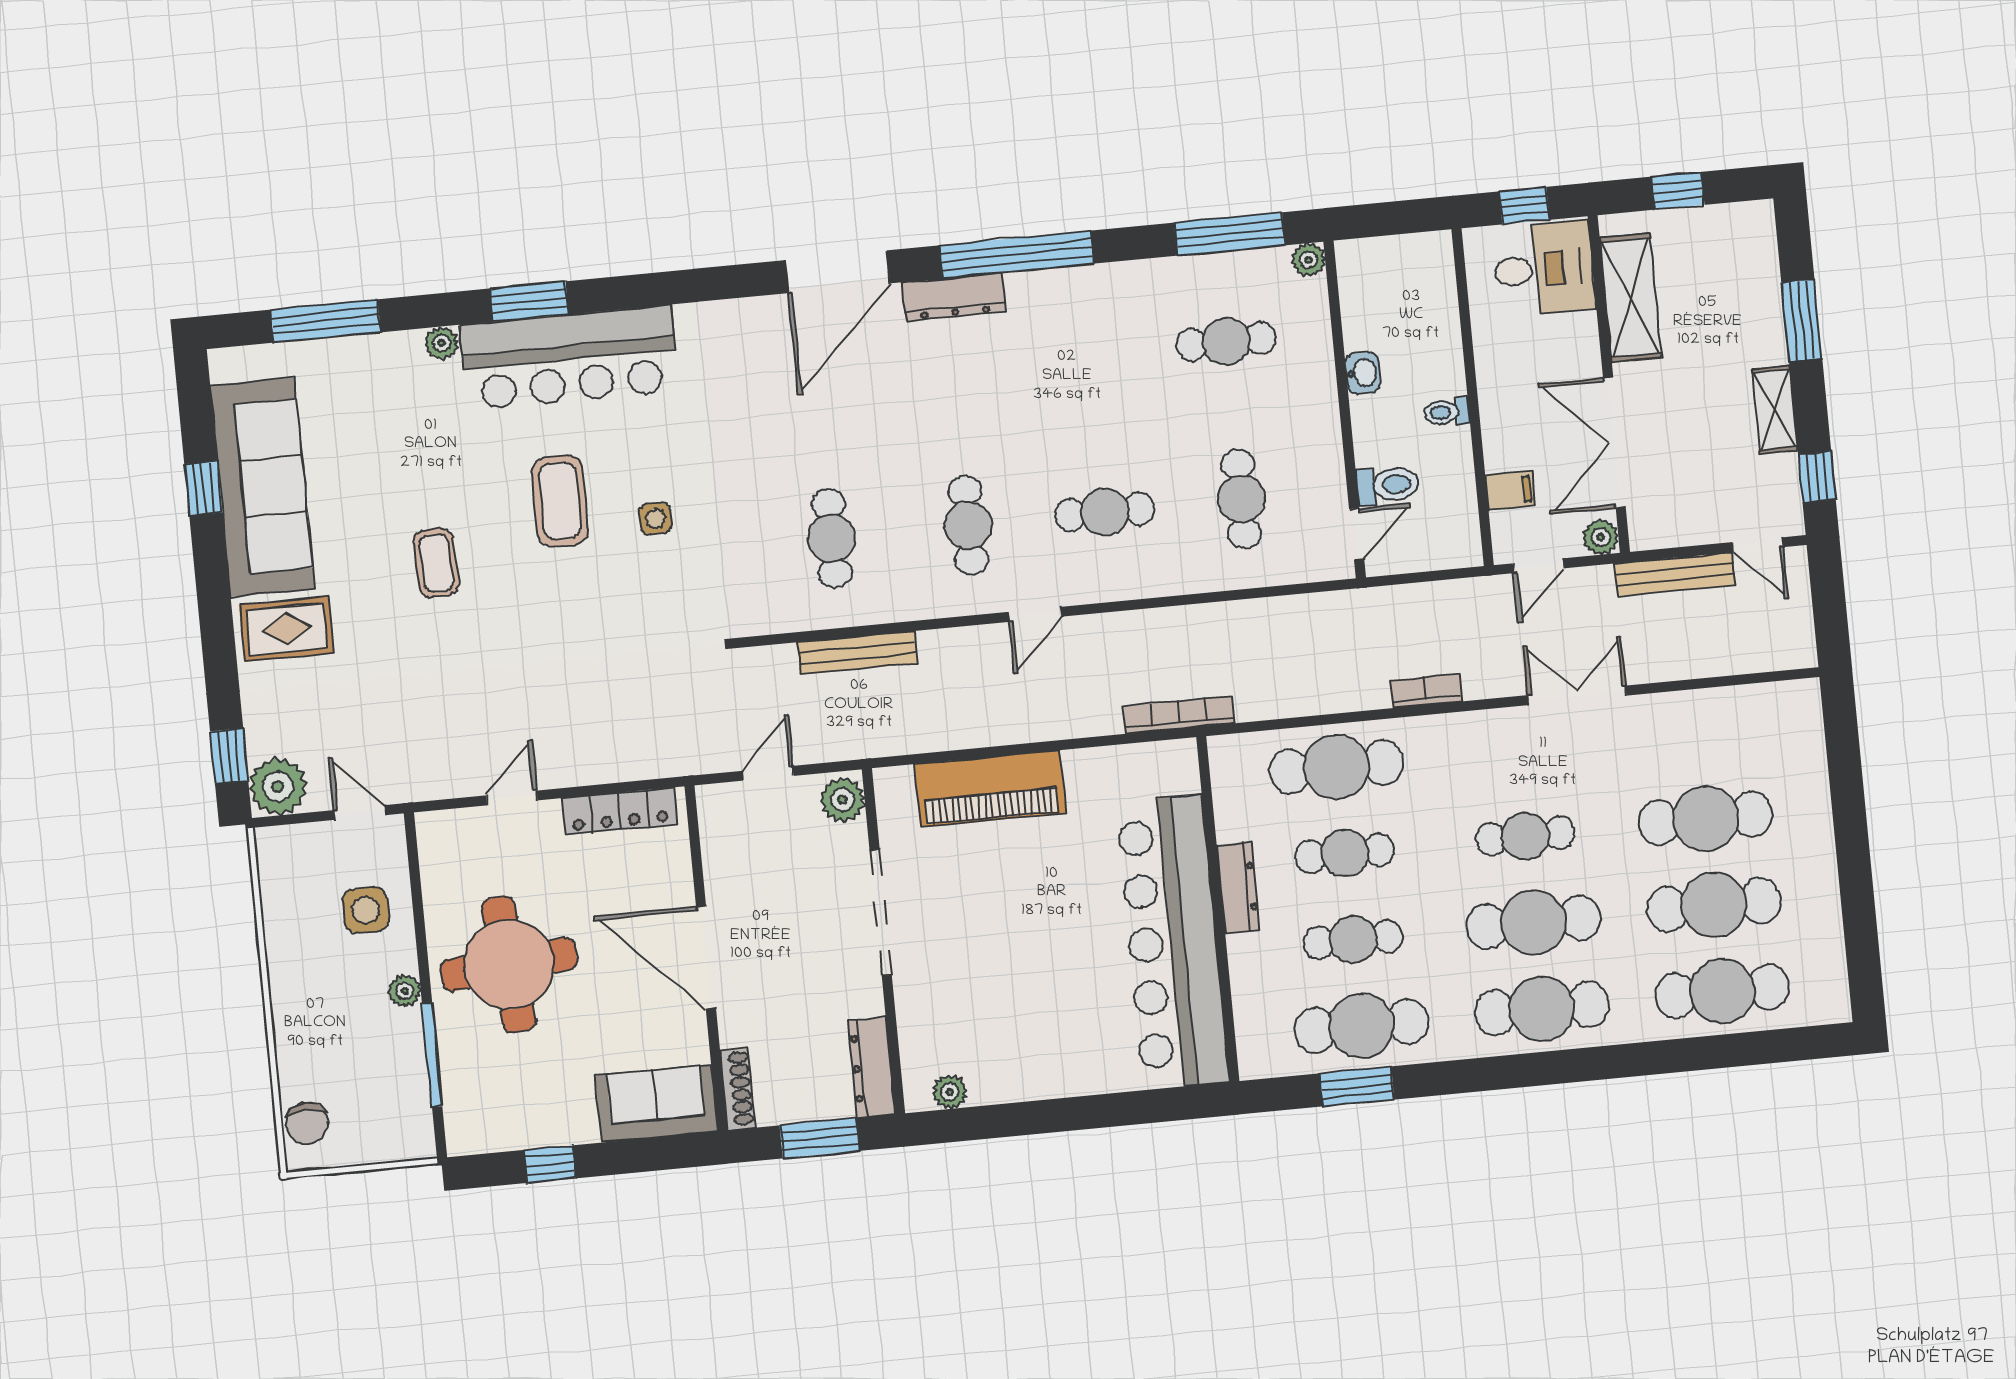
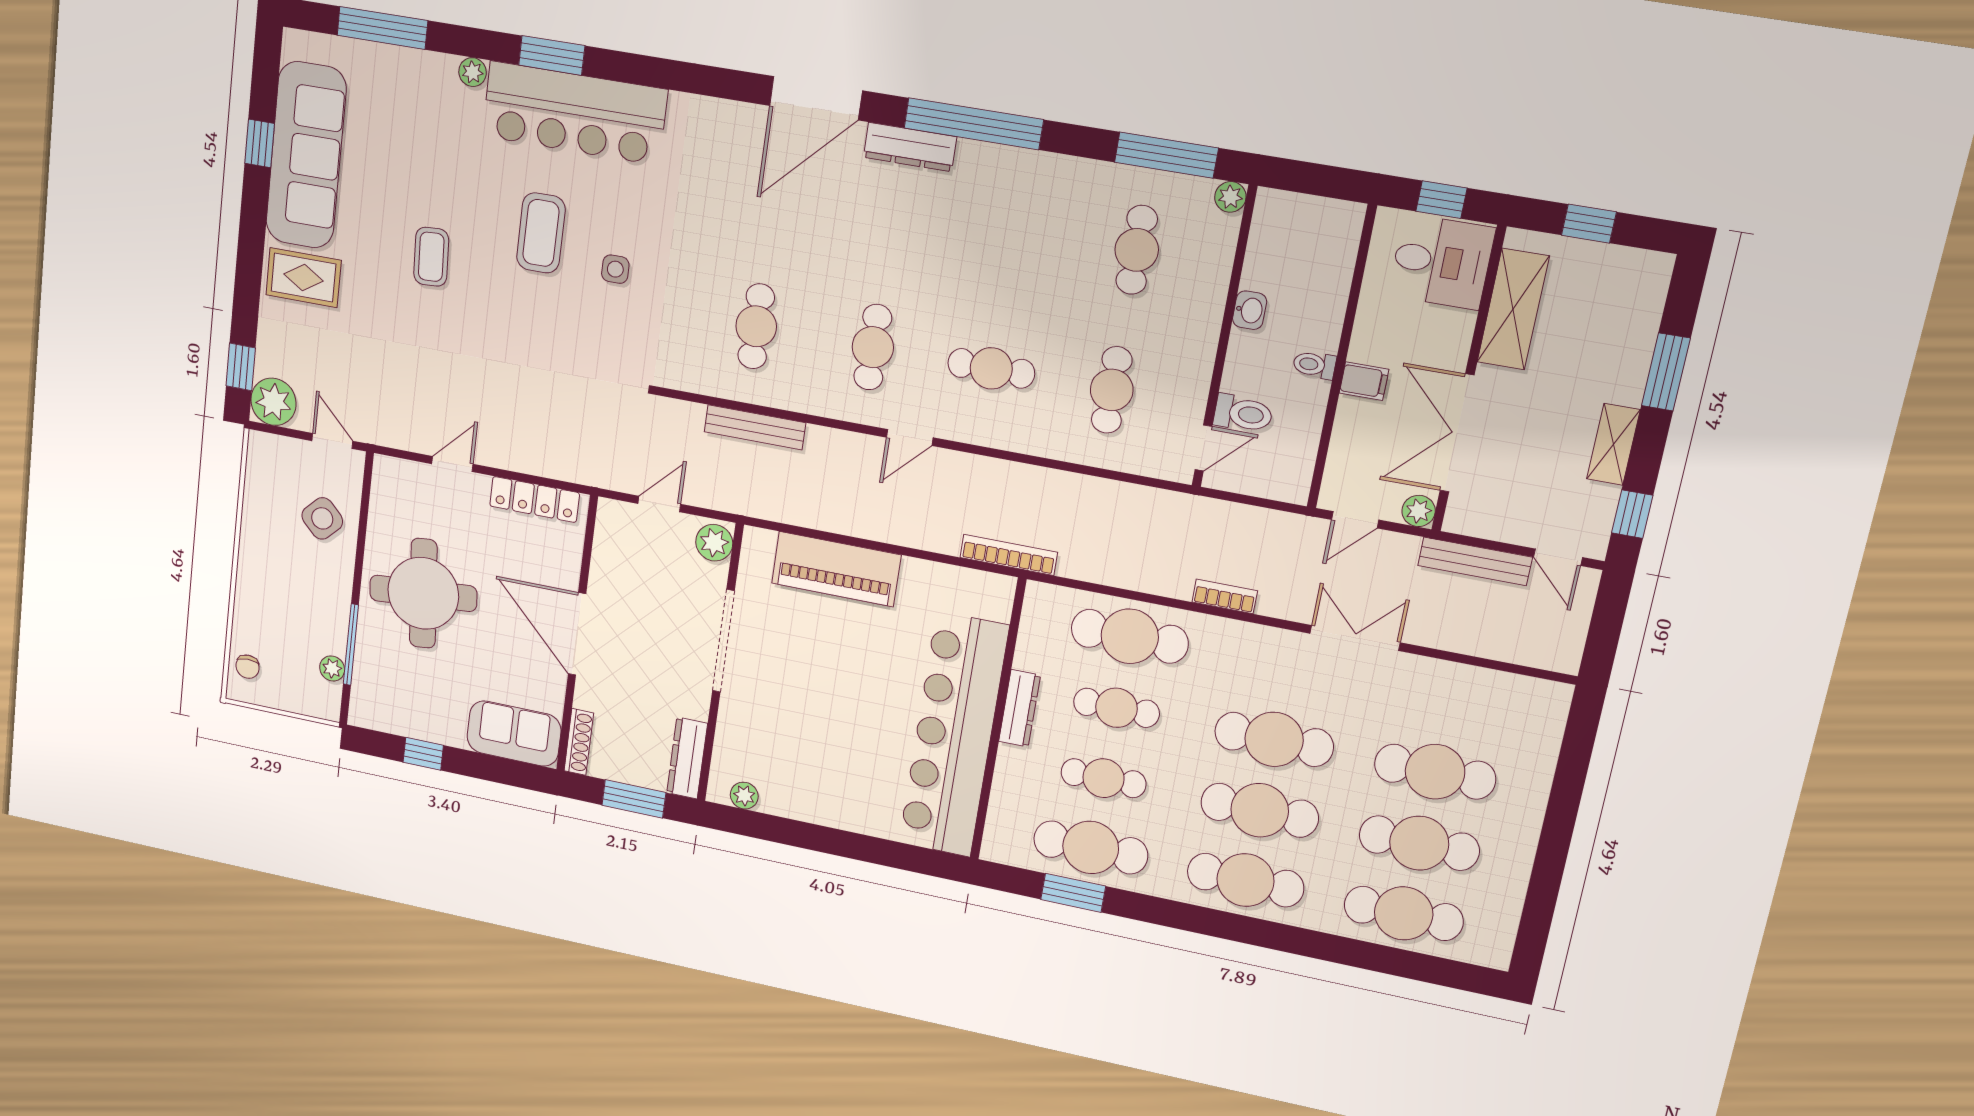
cafe table: (1226, 341) -> (1137, 250), turned 90
filing cabinet: (1510, 490) -> (1364, 381), moved
cafe table: (1525, 836) -> (1274, 739), width x1.37, depth x1.35
side table: (366, 910) -> (322, 518), turned 45
plant: (405, 991) -> (332, 668), moved
chair: (307, 1123) -> (248, 667), width x0.73, depth x0.73

